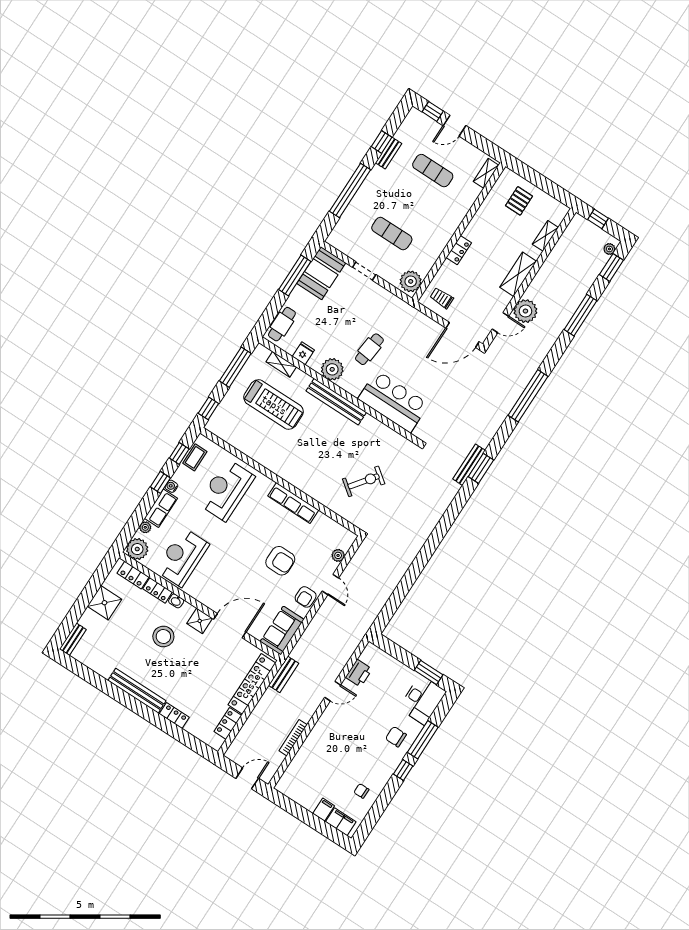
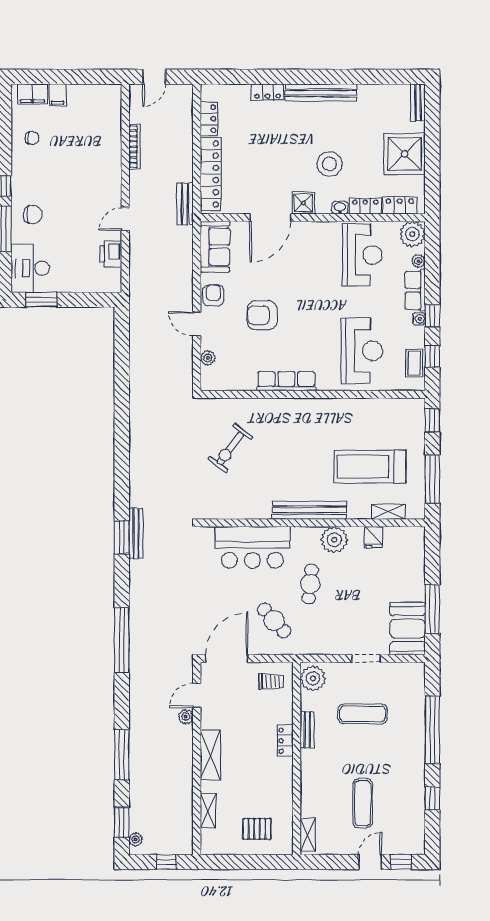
bench: (388, 153) -> (307, 730), moved
exercise mat: (433, 171) -> (363, 803), turned 90
pallet: (519, 201) -> (257, 829), turned 90
plant: (525, 311) -> (186, 717), width x0.53, depth x0.53
cafe table: (282, 324) -> (274, 620), moved, turned -42
shower: (105, 603) -> (405, 154), width x1.37, depth x1.37

